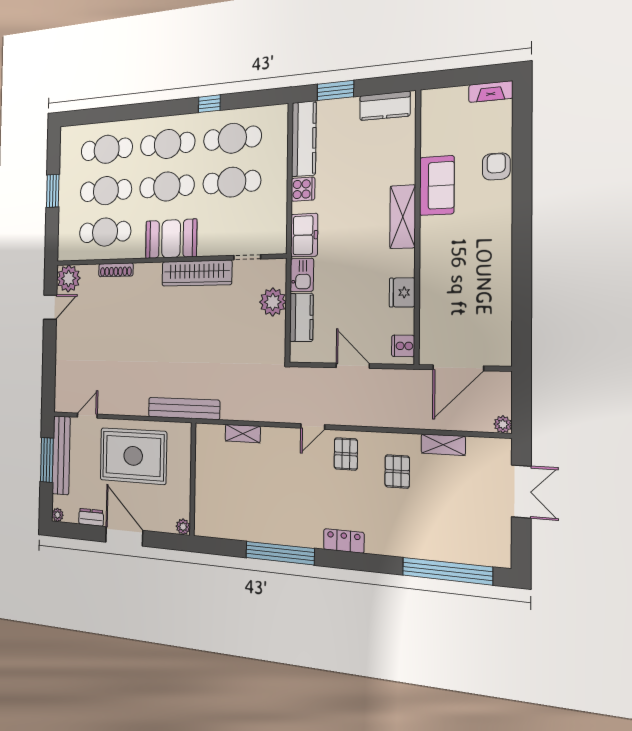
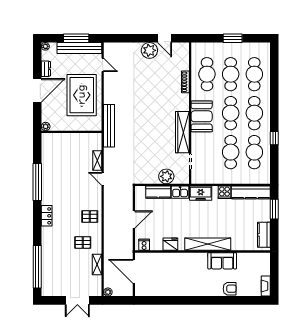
shelving: (403, 217) -> (208, 244), width x1.47
plant: (69, 278) -> (149, 50), moved
door: (313, 426) -> (103, 179), moved

